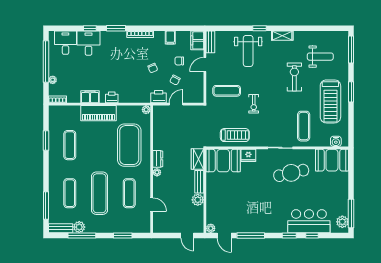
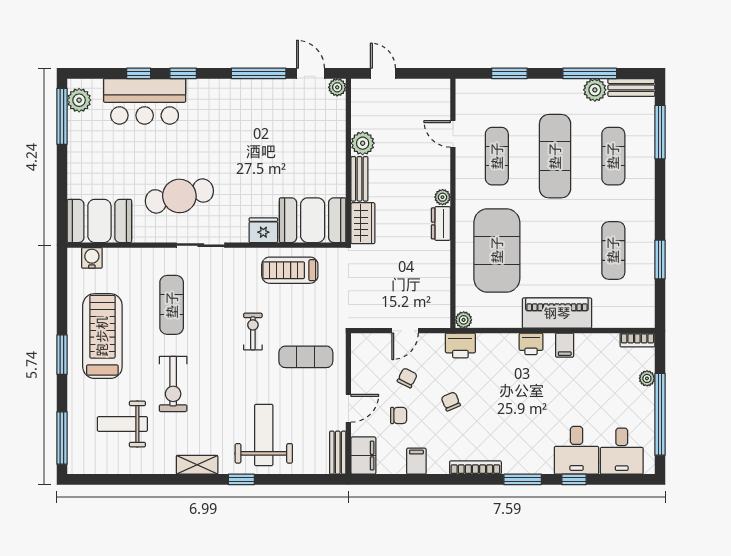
filing cabinet: (90, 97) -> (565, 345), width x0.50
printer: (159, 97) -> (460, 345), moved
exercise mat: (304, 126) -> (172, 305), moved

